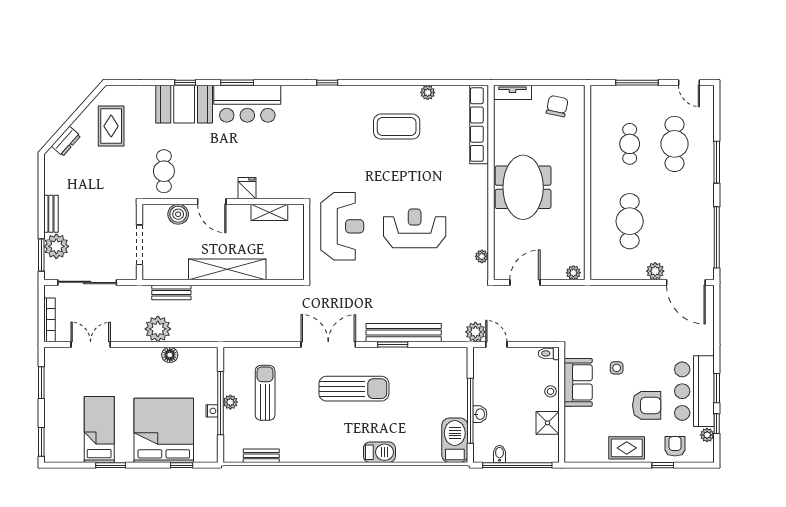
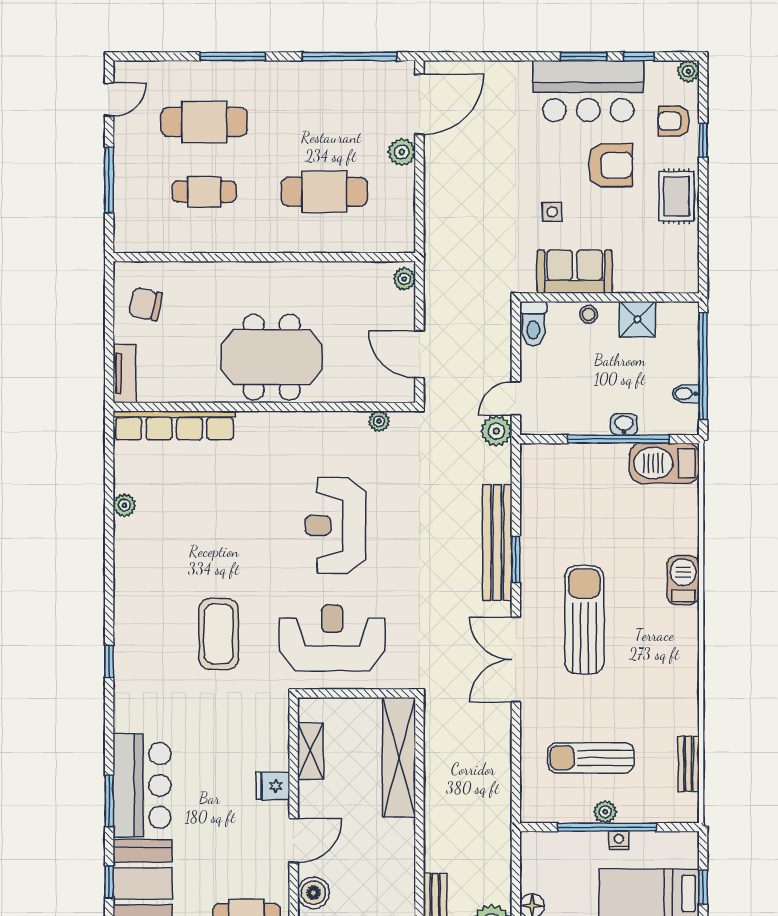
coffee table: (397, 127) -> (219, 634), moved
shelving: (227, 269) -> (399, 757), moved
toilet: (549, 353) -> (533, 324), width x1.37, depth x1.39
armchair: (647, 405) -> (610, 165), turned 90
plant: (707, 435) -> (688, 71), moved

